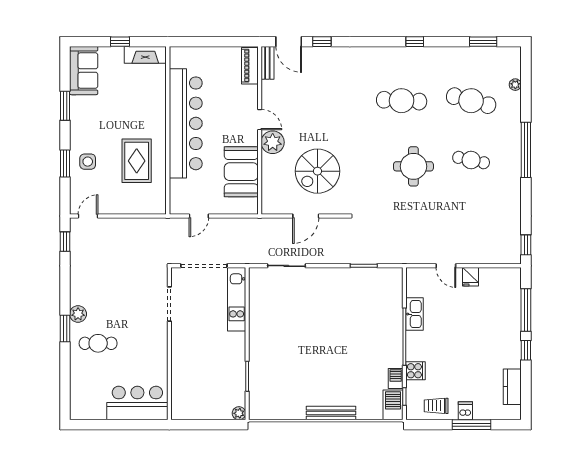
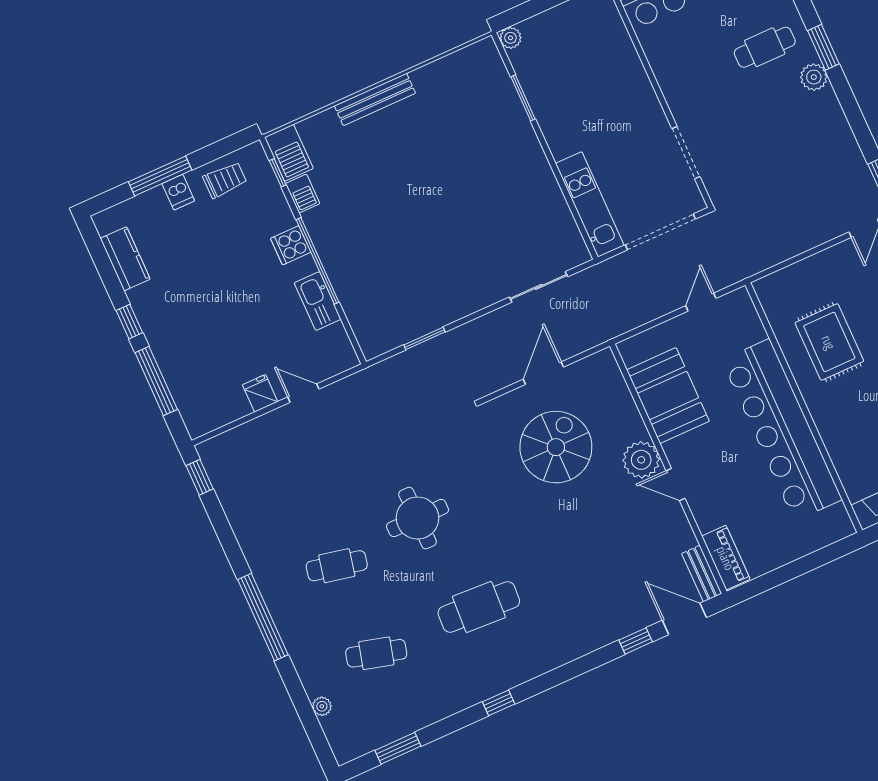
cafe table: (471, 101) -> (376, 653), width x0.73, depth x0.74
cooker: (416, 371) -> (291, 245), moved

